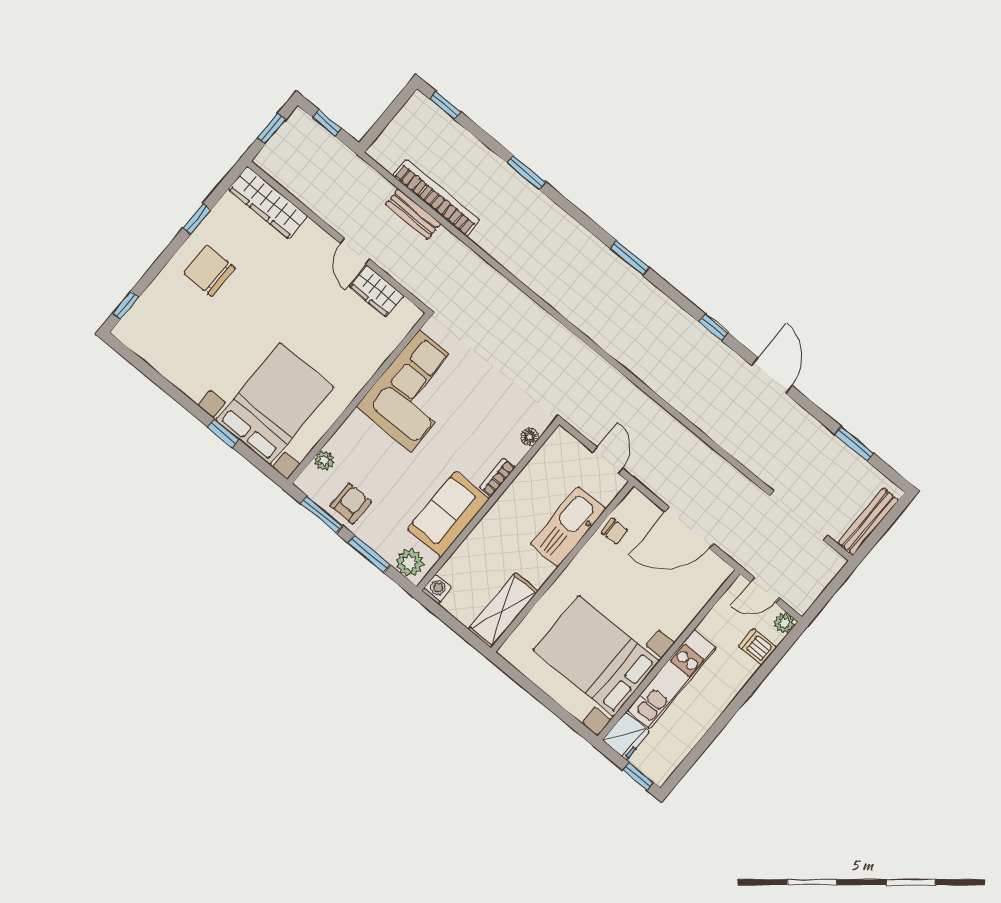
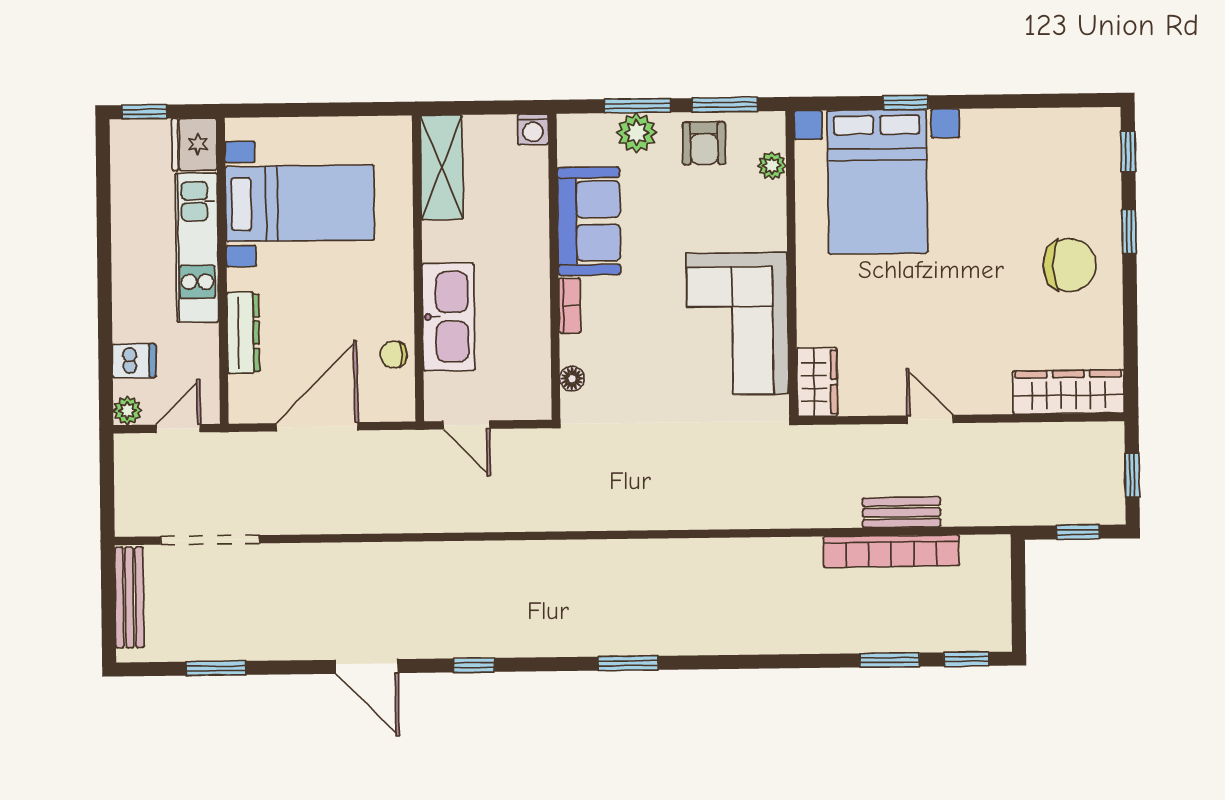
window: (527, 173) -> (890, 660), moved
window: (197, 219) -> (1129, 232), moved
wardrobe: (376, 291) -> (817, 382), moved, turned 90
plant: (410, 563) -> (637, 133), moved
dresser: (686, 612) -> (243, 333), added
bed with nightstands: (596, 656) -> (300, 203), width x0.73

